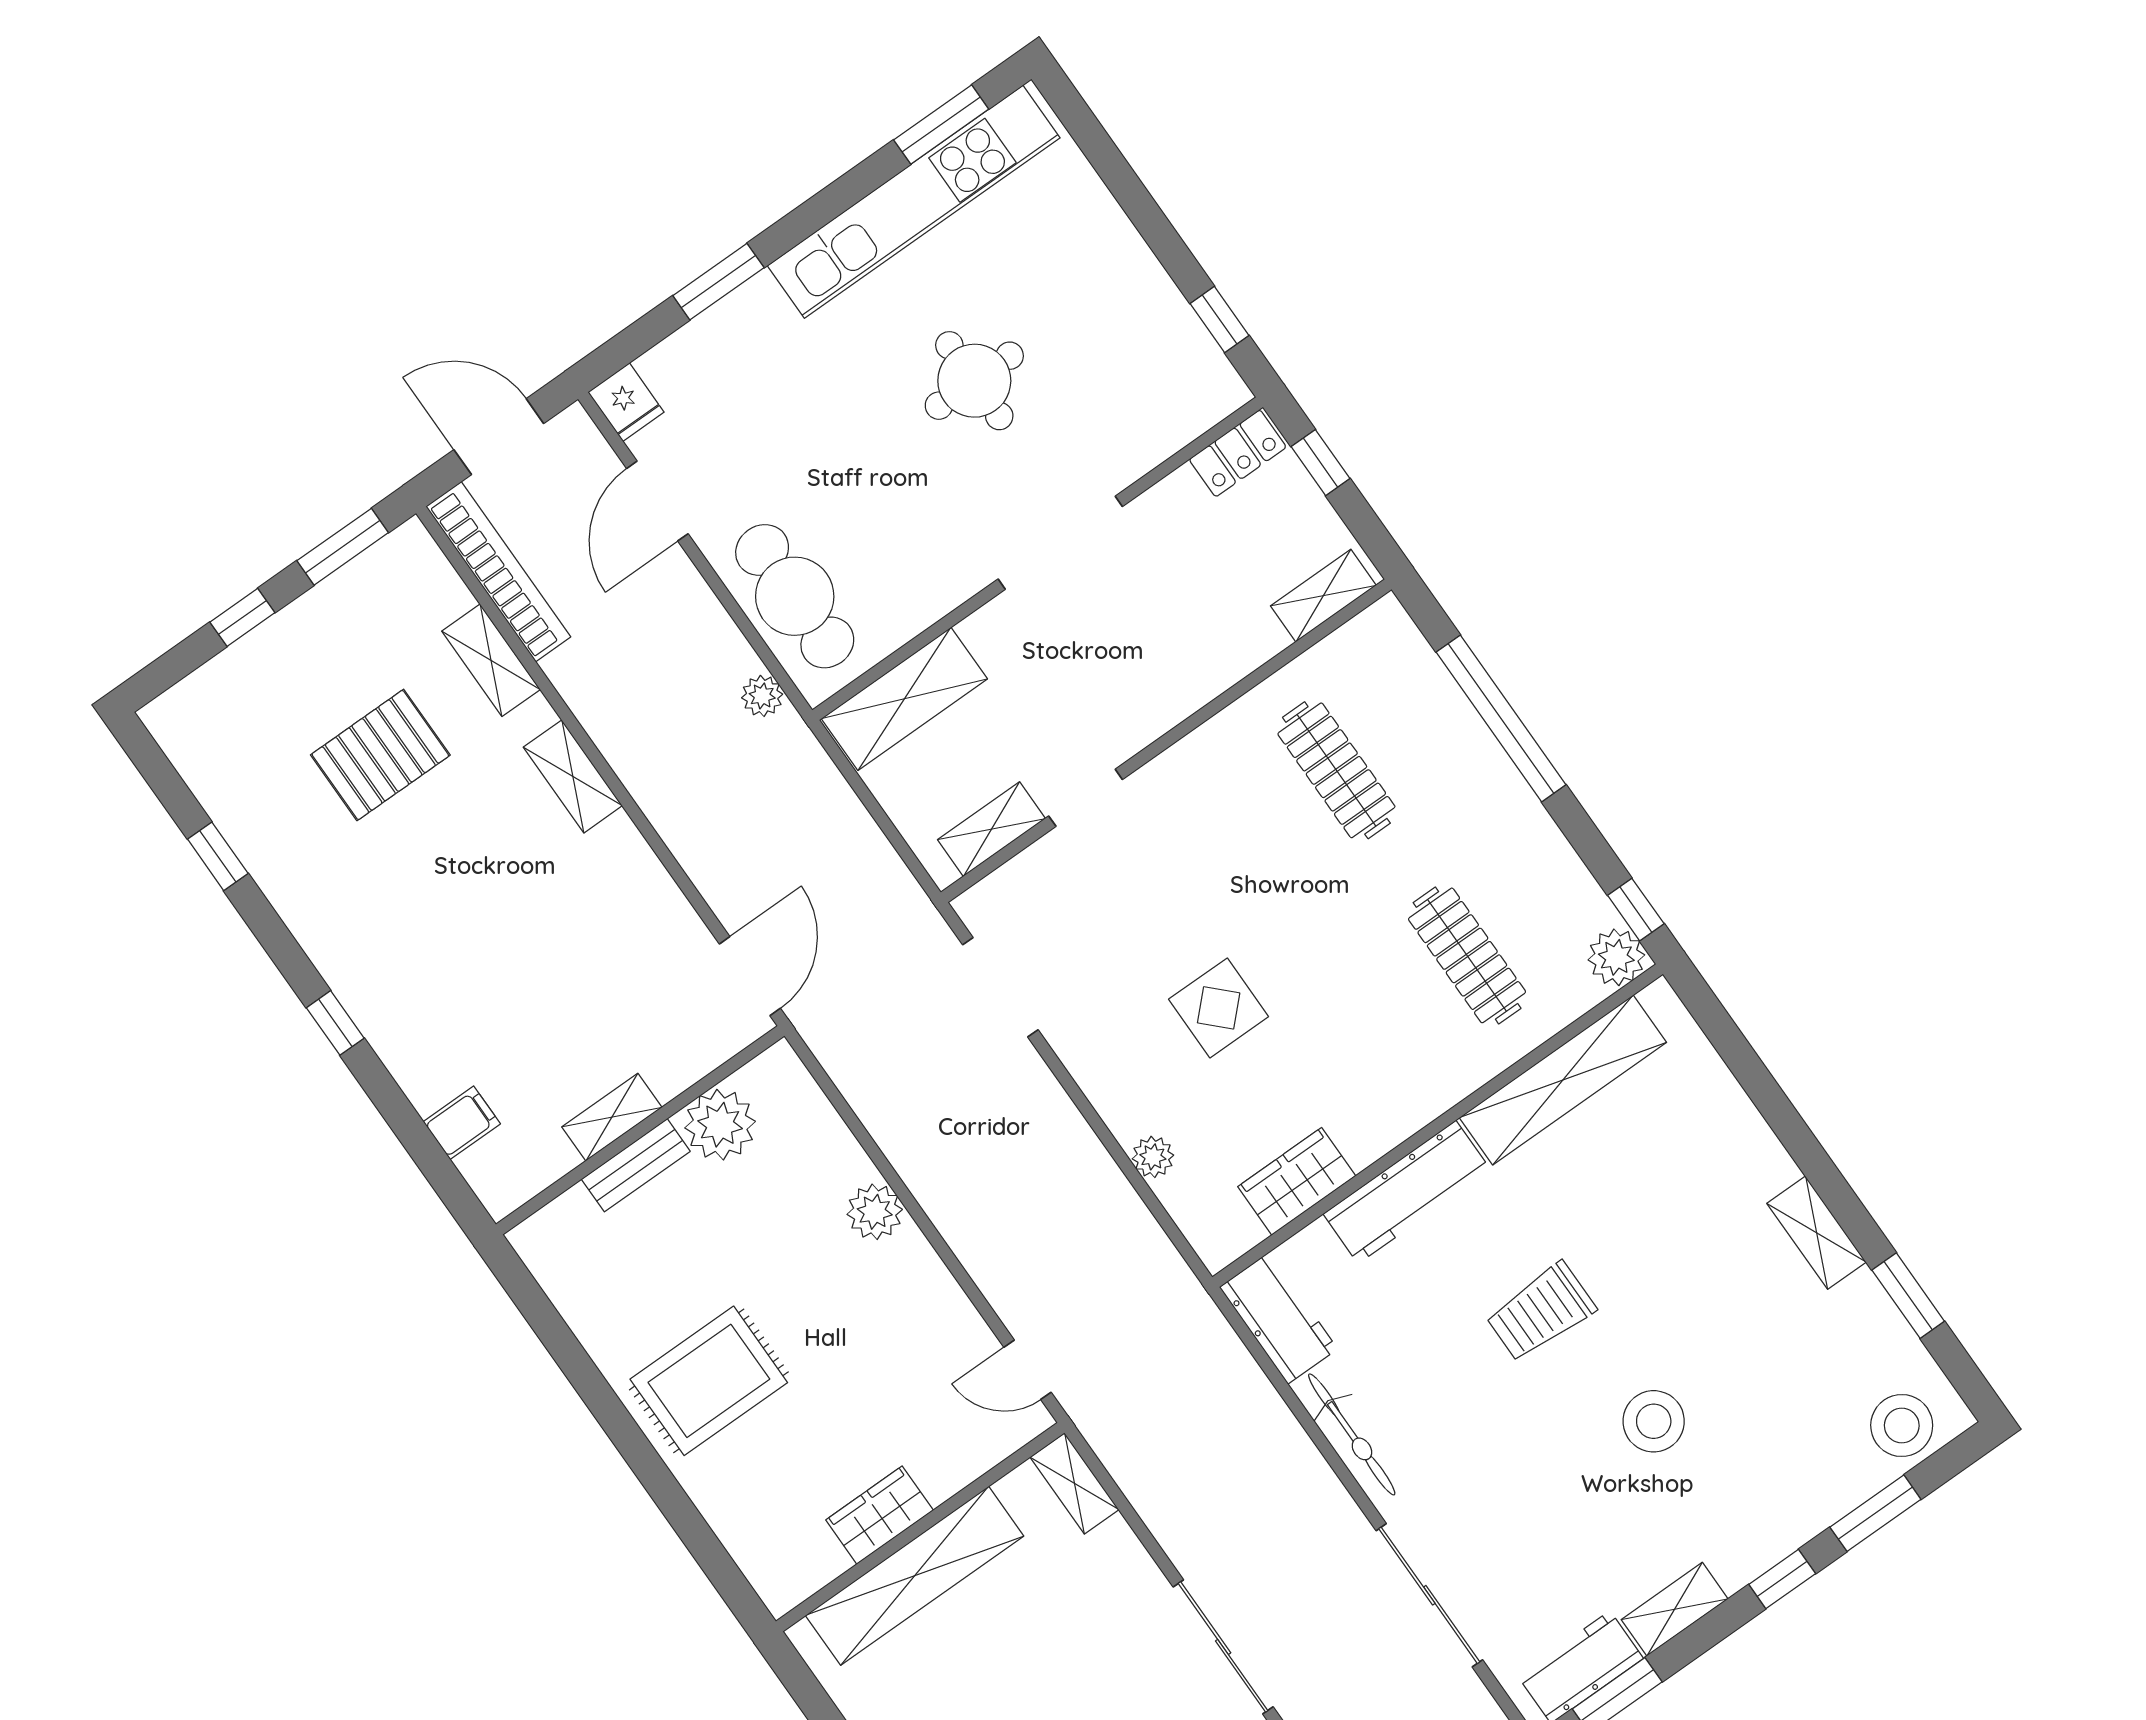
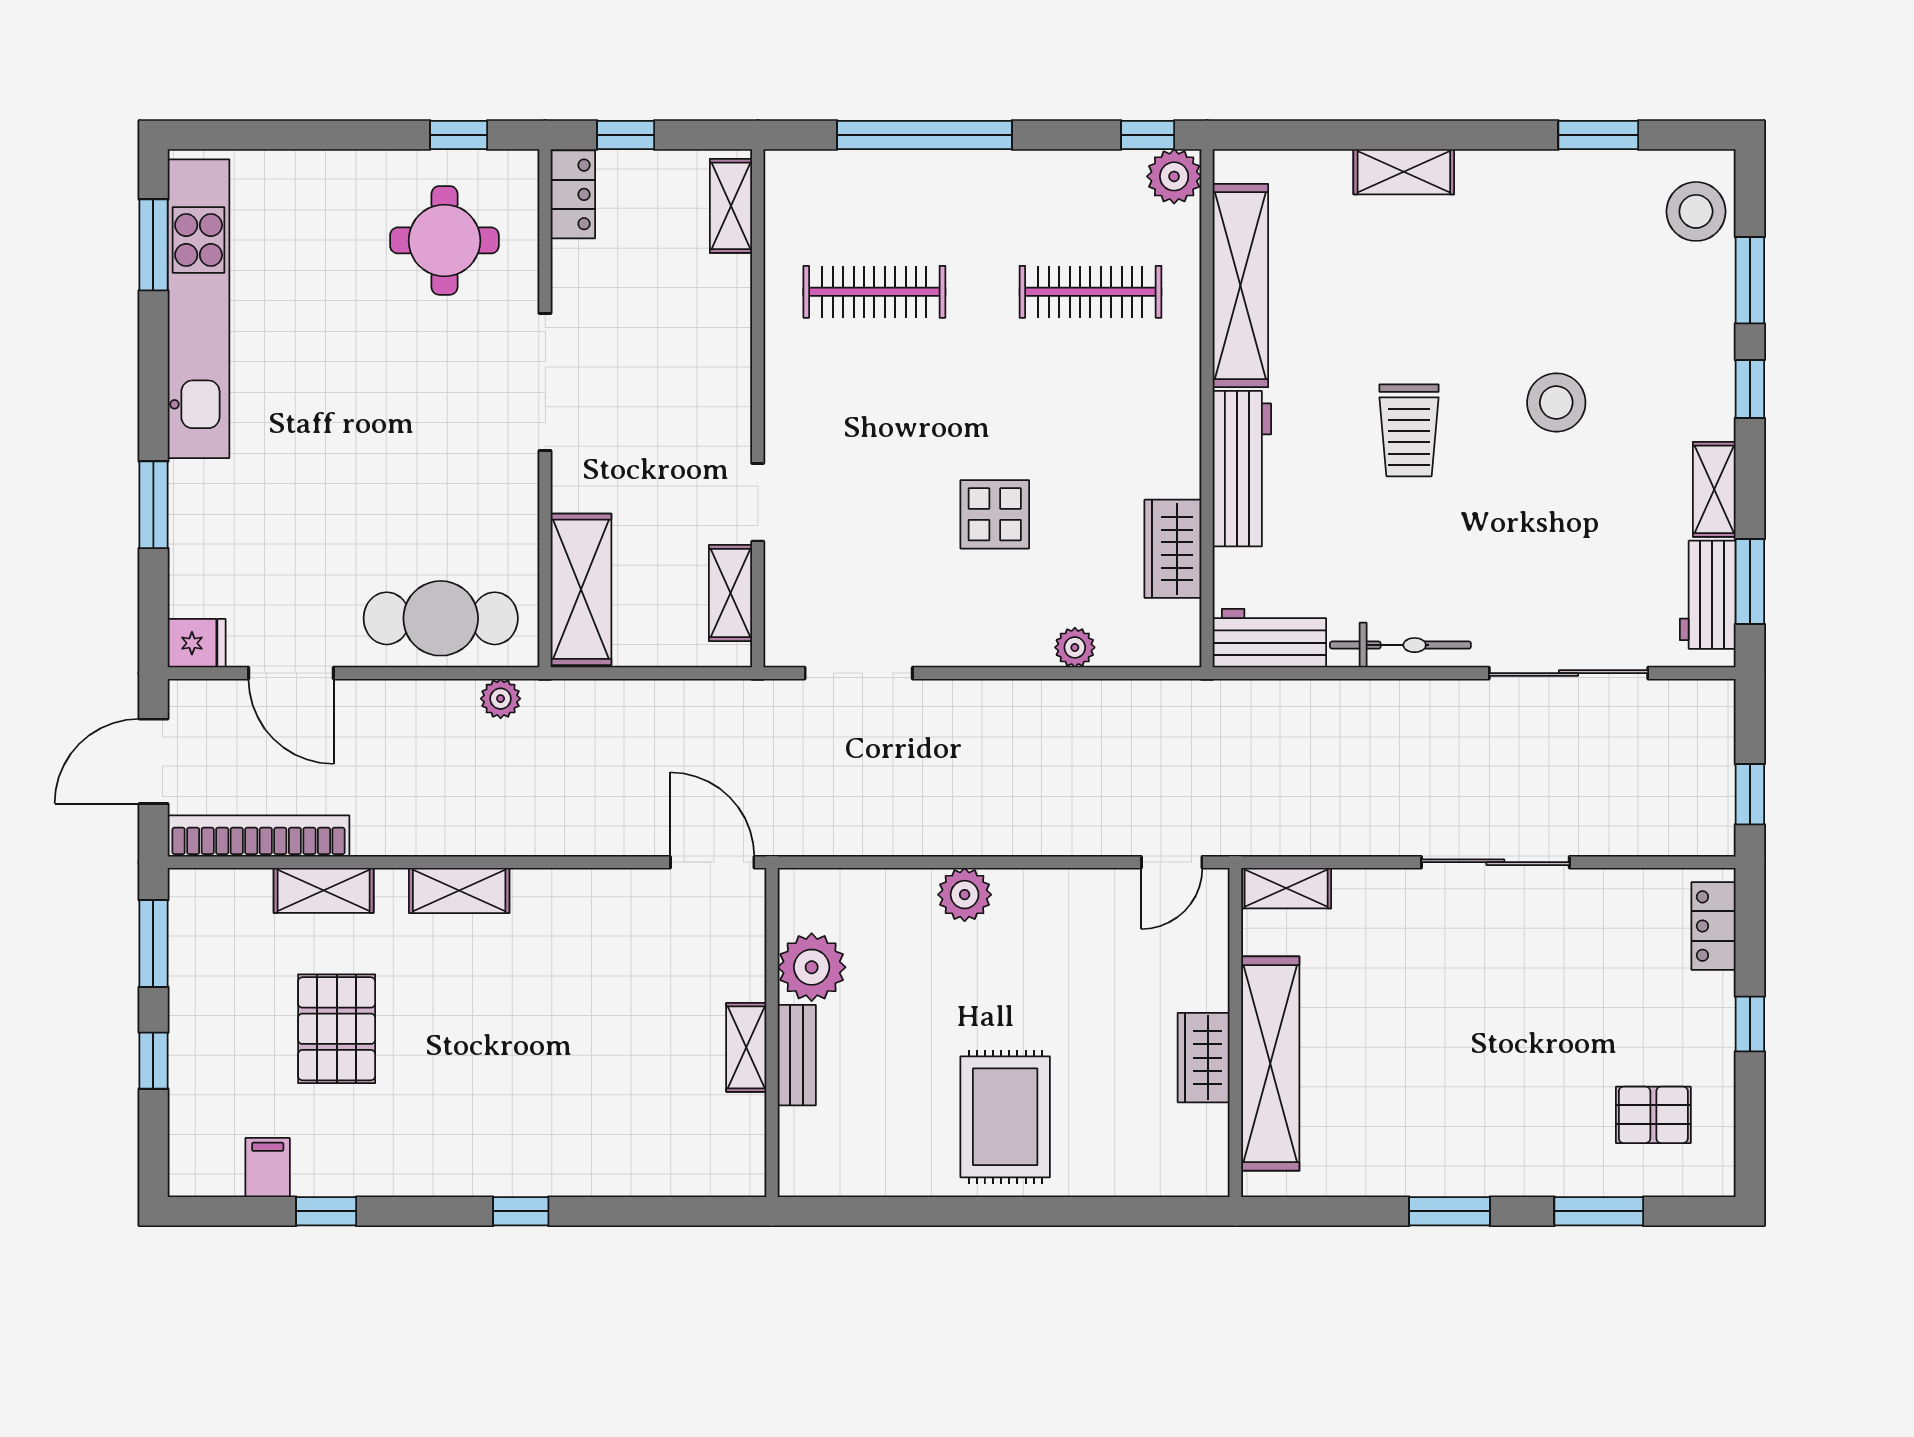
round table: (974, 381) -> (444, 240), moved
filing cabinet: (462, 1123) -> (268, 1167), moved
shelving: (1817, 1233) -> (1404, 172), moved

